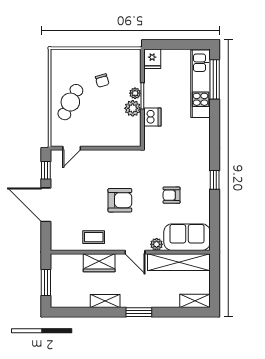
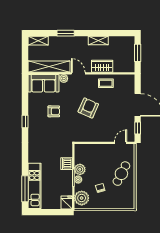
plant: (130, 66) -> (82, 198), added
armchair: (120, 200) -> (88, 108), turned 114
window: (139, 312) -> (66, 33), moved

